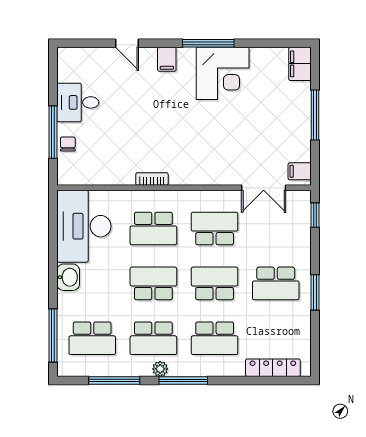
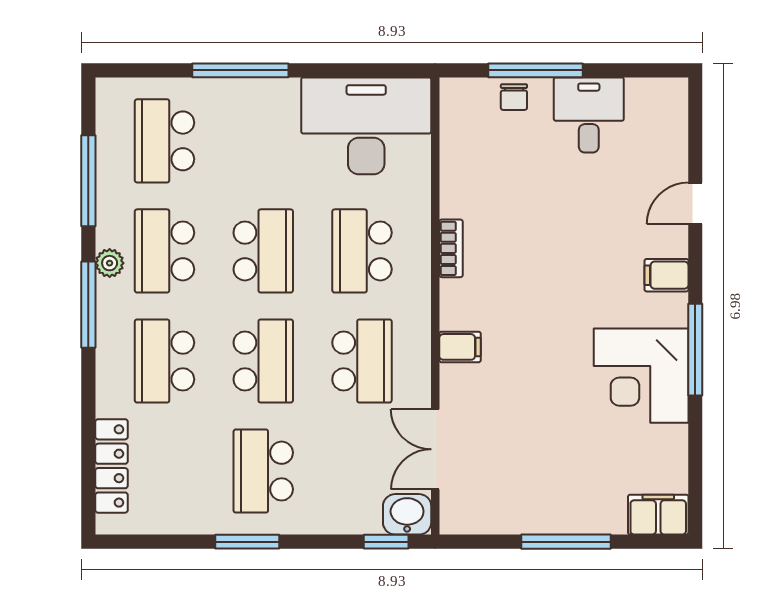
chair: (68, 144) -> (514, 97), turned 90
filing cabinet: (300, 171) -> (460, 347), moved, turned 90
washbasin: (68, 277) -> (407, 514), moved, turned 180
window: (53, 336) -> (240, 70), moved

